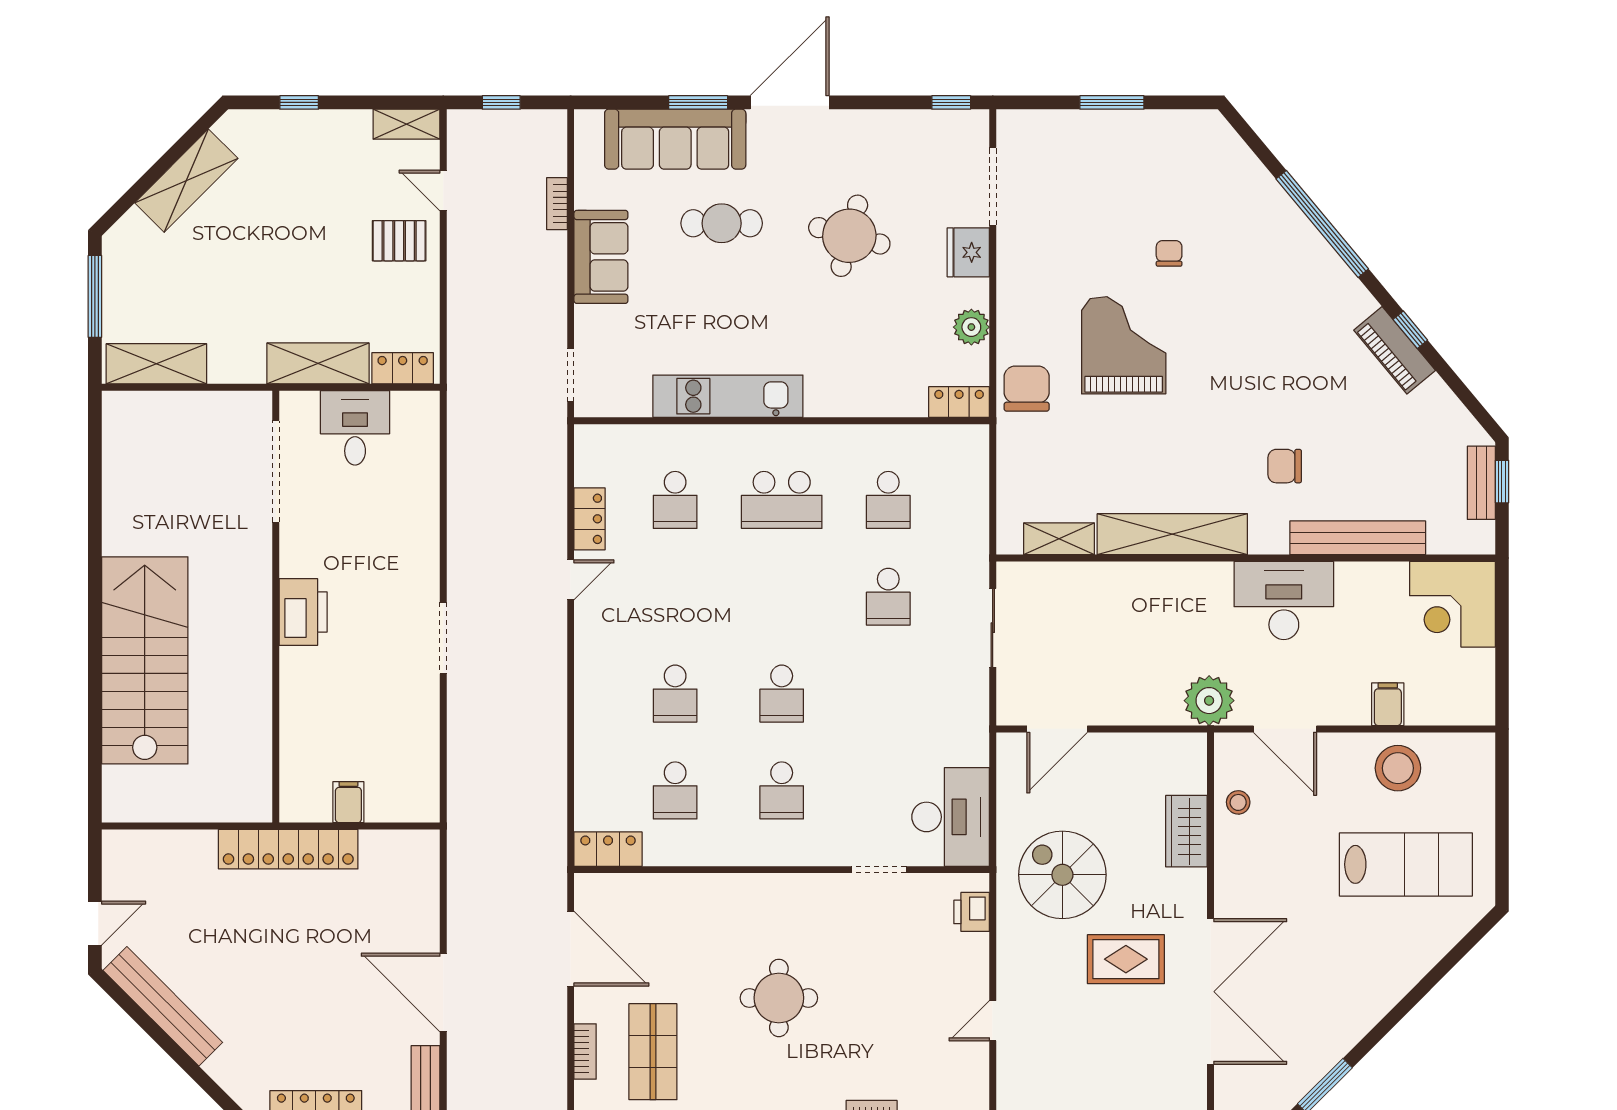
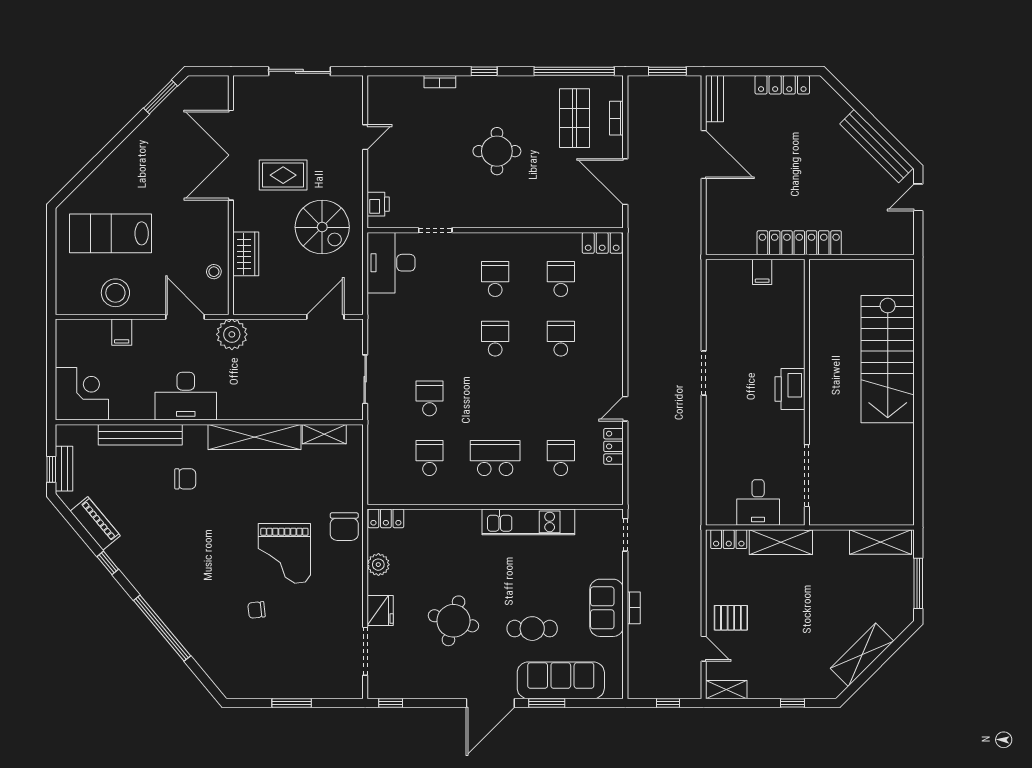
bookcase: (557, 204) -> (634, 608), moved
chair: (1169, 253) -> (256, 610), turned 84
piano: (1395, 350) -> (95, 523), moved

